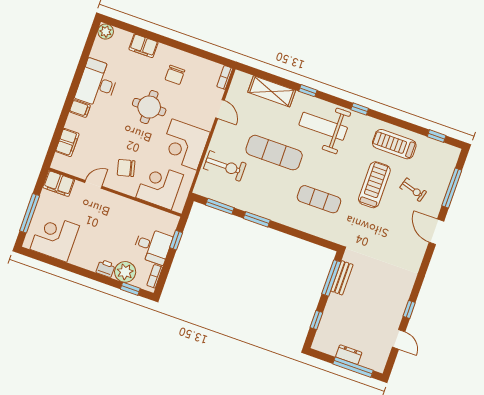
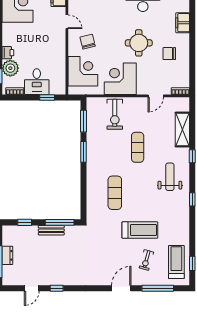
weight bench: (323, 126) -> (170, 177), width x0.73, depth x0.75
treadmill: (394, 144) -> (176, 262), moved
exercise mat: (274, 153) -> (138, 147), width x0.73, depth x0.69
bench: (342, 278) -> (51, 230), moved

